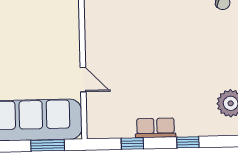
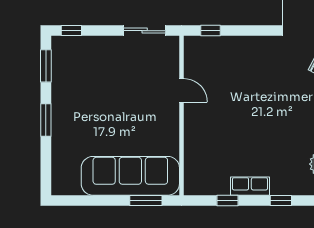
door: (83, 80) -> (181, 90), moved

